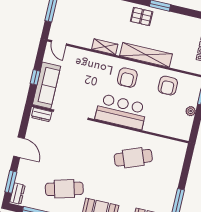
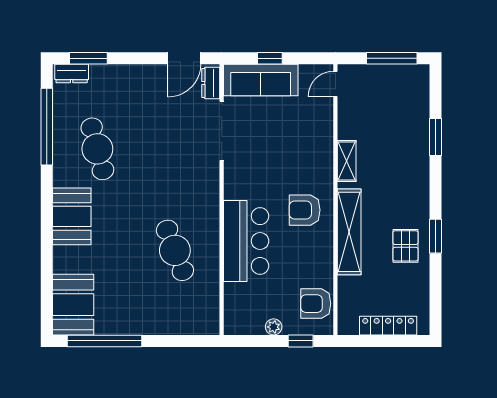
pallet: (142, 16) -> (405, 246), moved
armchair: (168, 86) -> (316, 304), moved
bar counter: (121, 112) -> (246, 241), moved
door: (19, 147) -> (184, 58), moved

